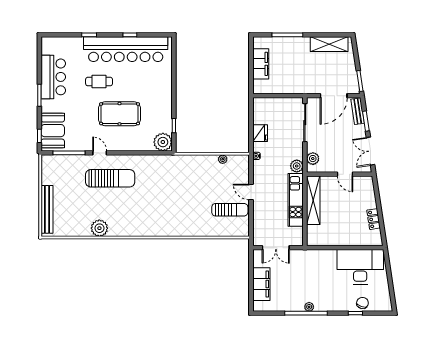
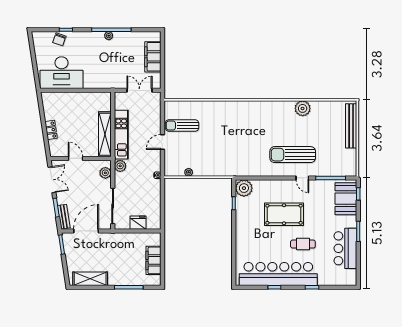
fridge: (260, 133) -> (138, 223), moved, turned 90
door: (251, 192) -> (162, 142), swing flipped
locker: (374, 219) -> (51, 130), moved

